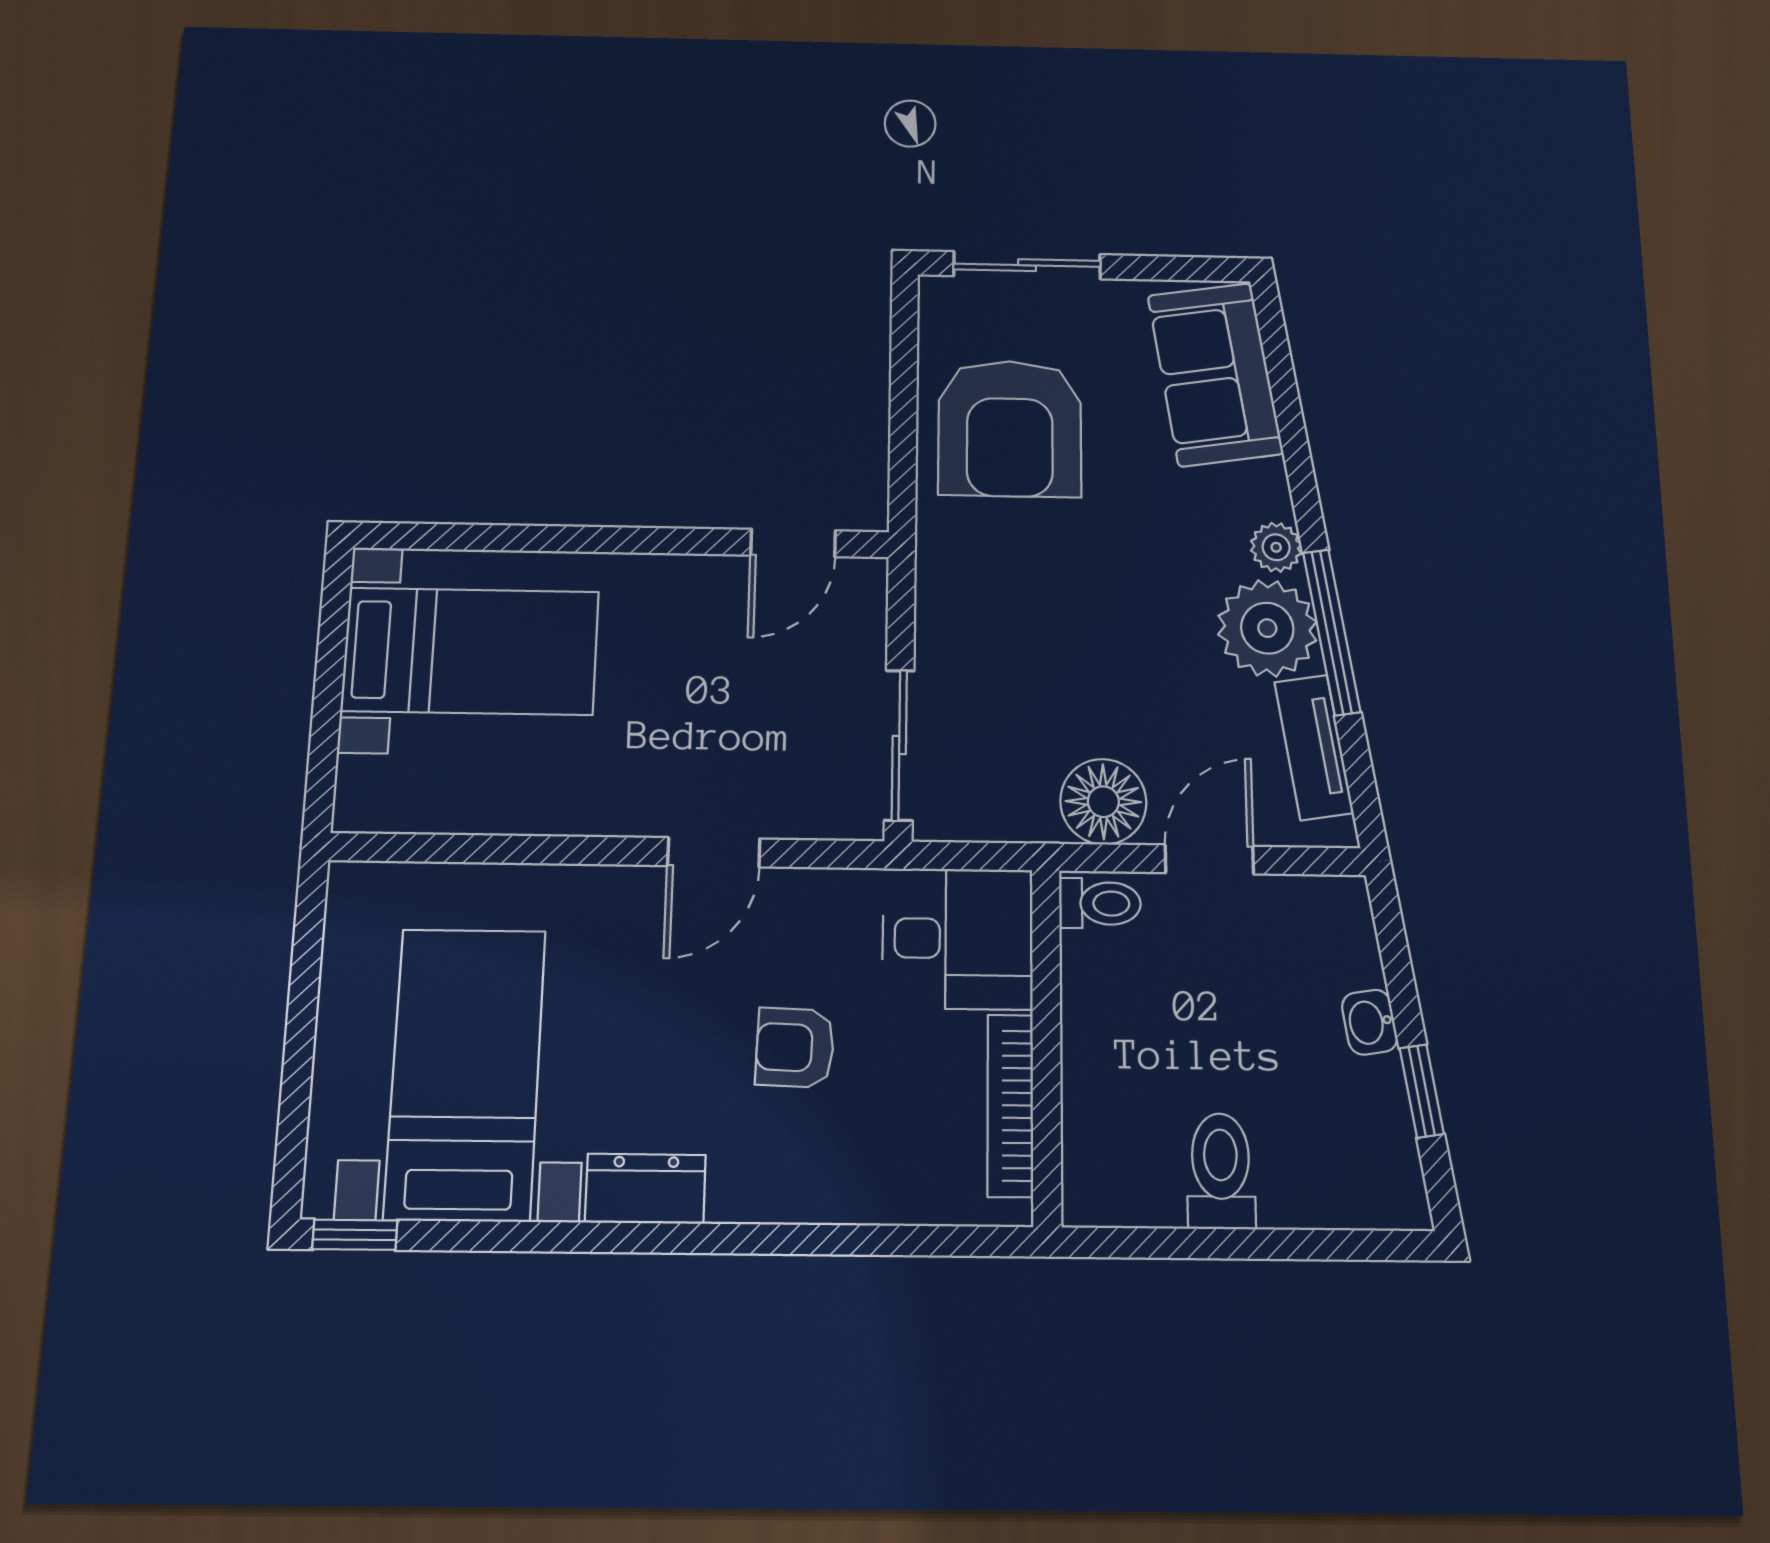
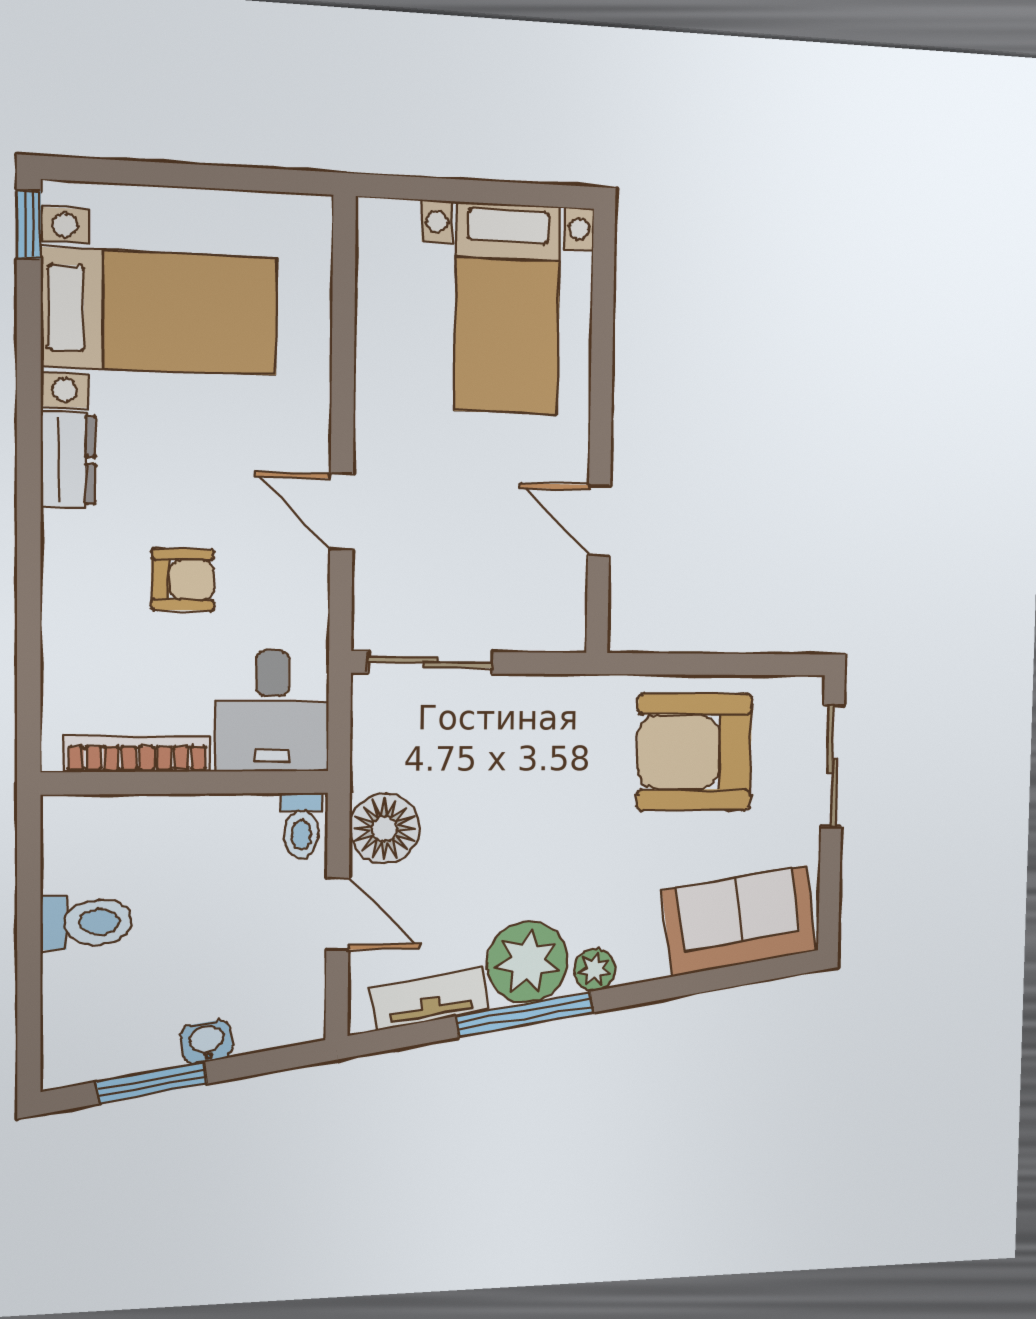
door: (793, 543) -> (599, 520), moved
armchair: (795, 1048) -> (183, 580), turned 88
window: (1422, 1091) -> (152, 1083), width x1.50

